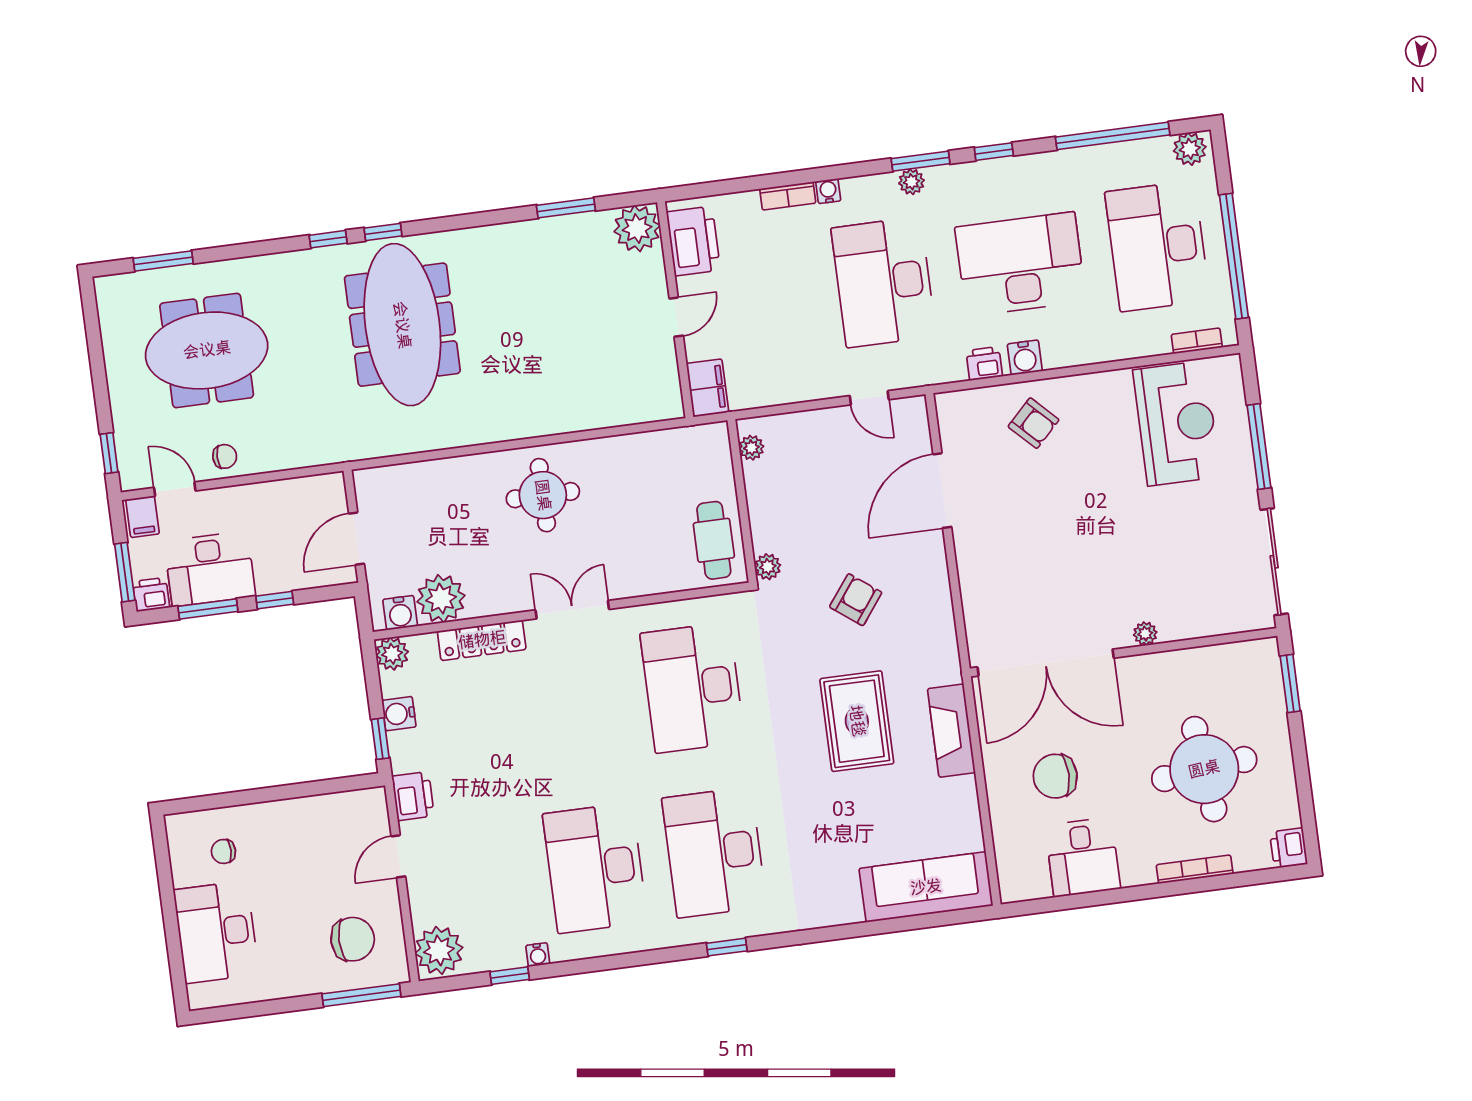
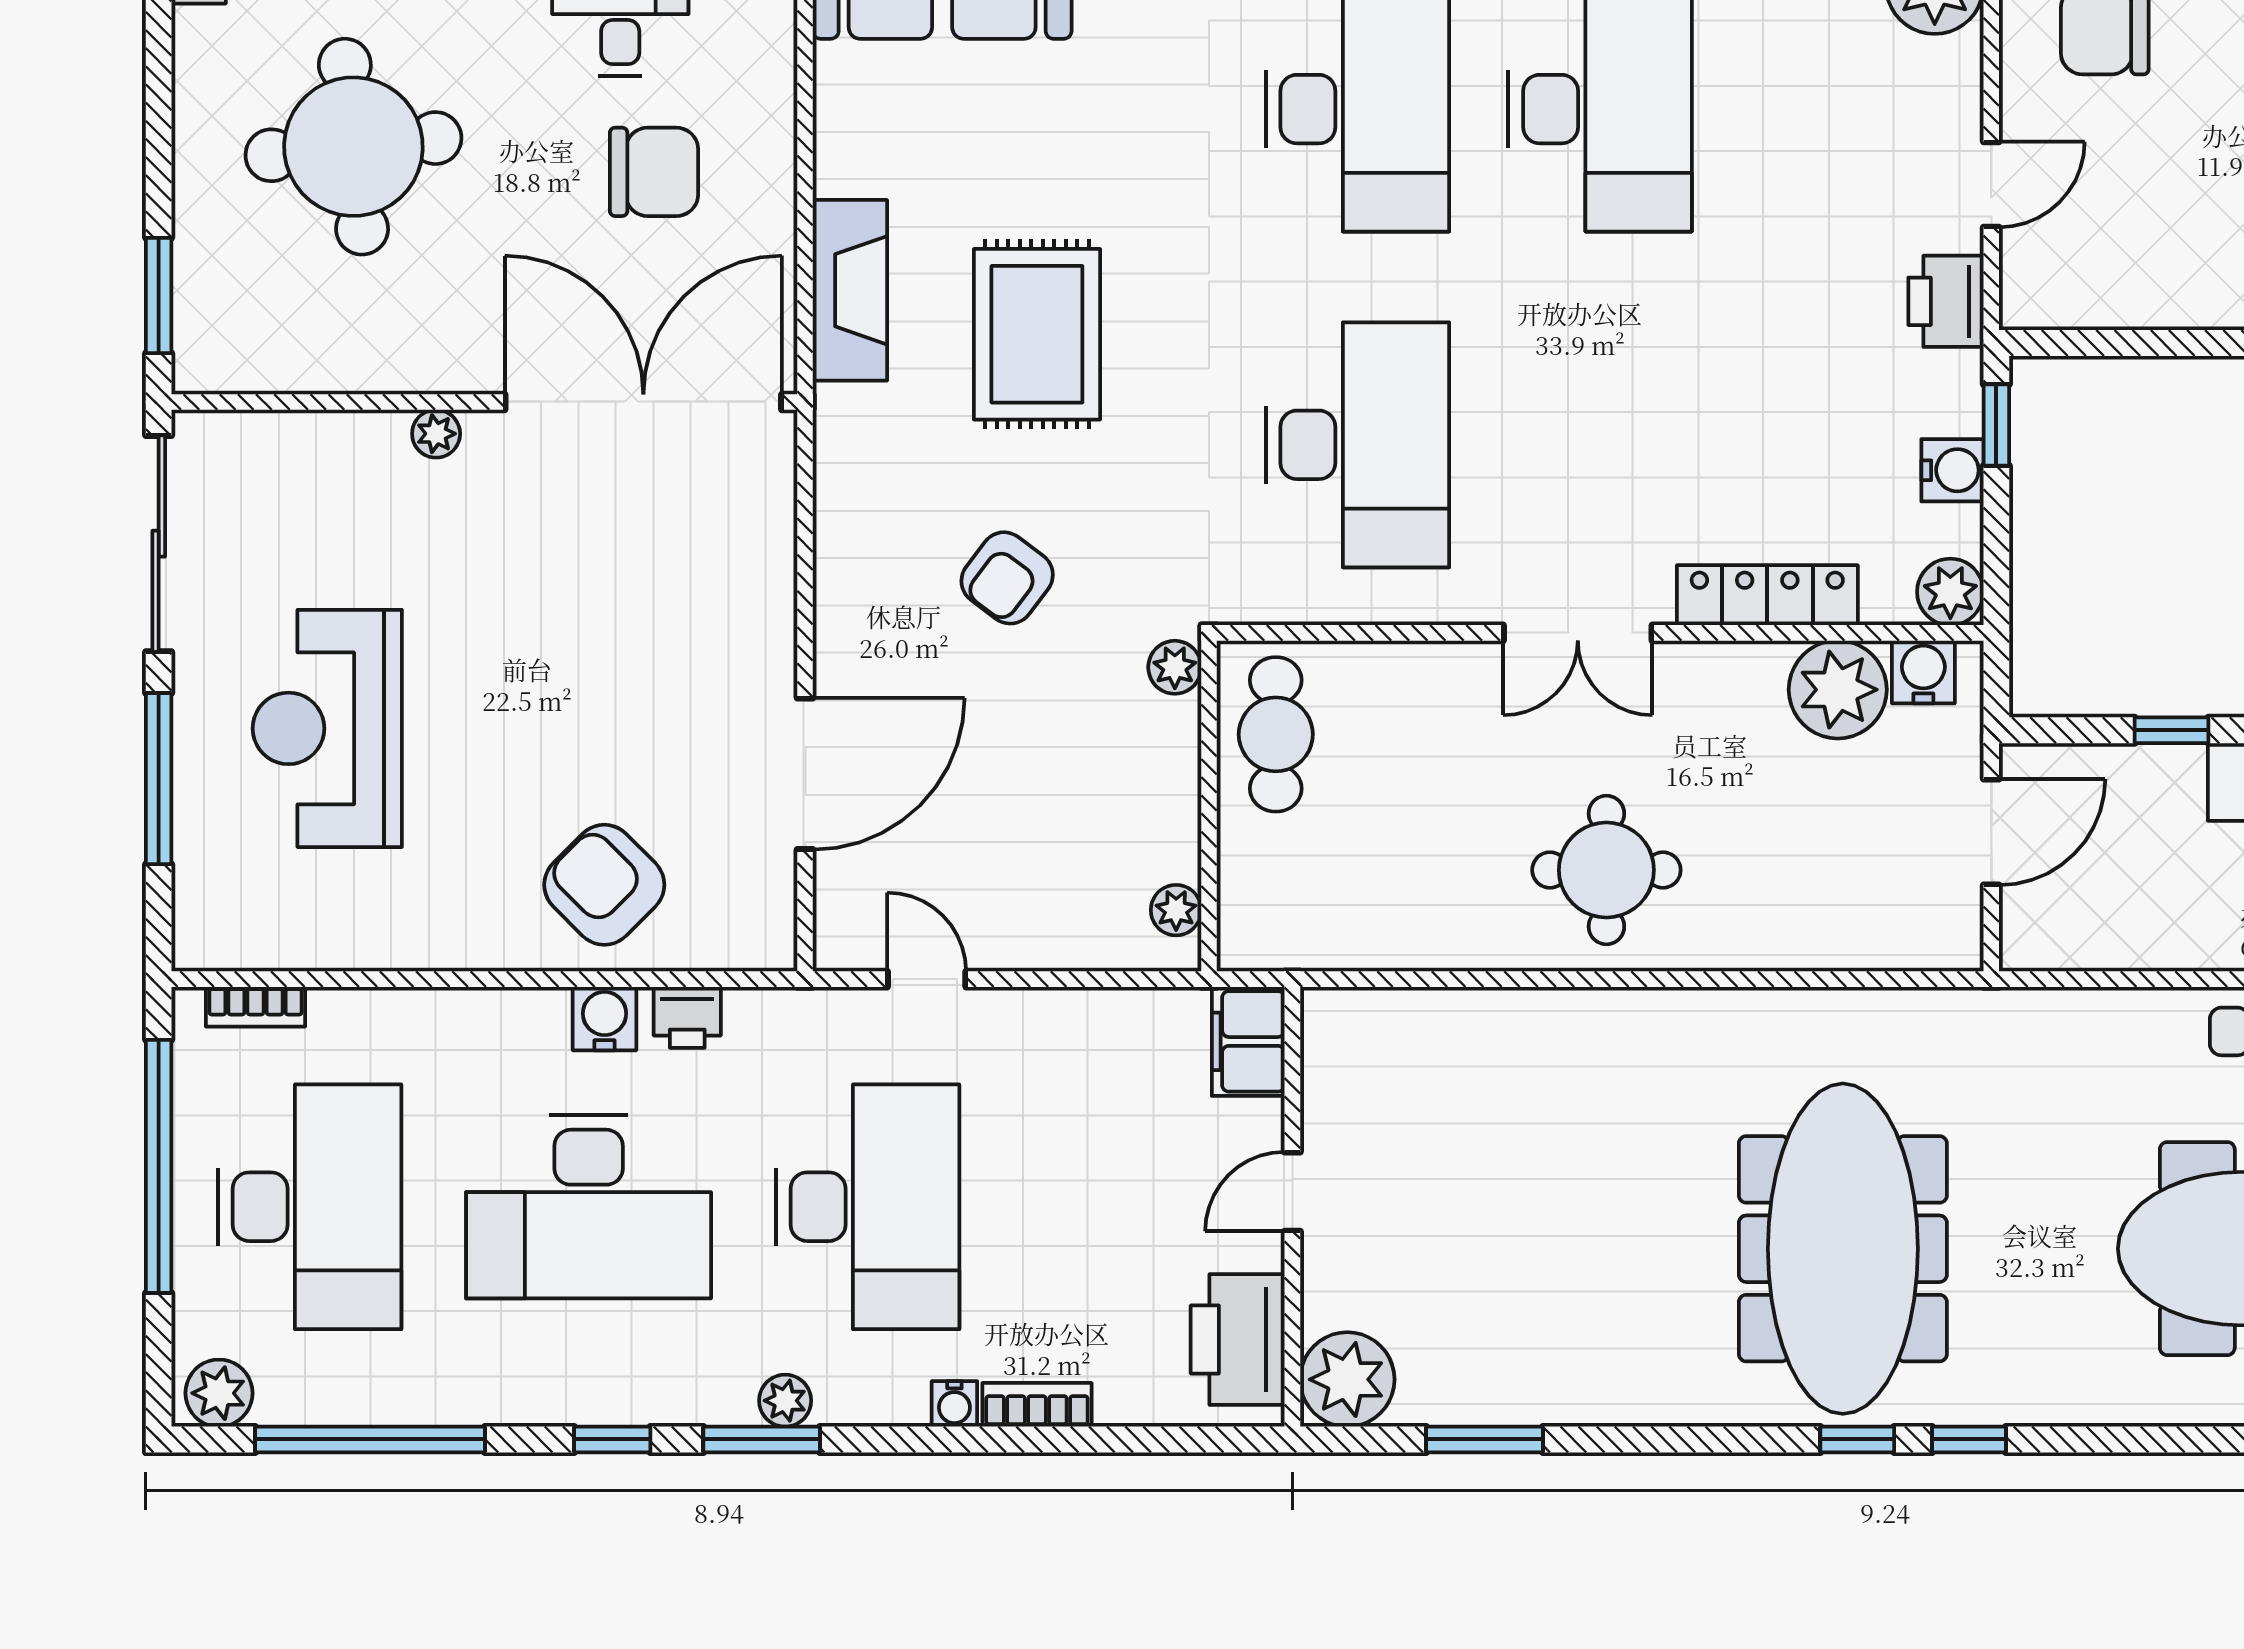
armchair: (1034, 423) -> (604, 885), width x1.38, depth x1.38
reception desk: (1177, 423) -> (327, 728), moved

